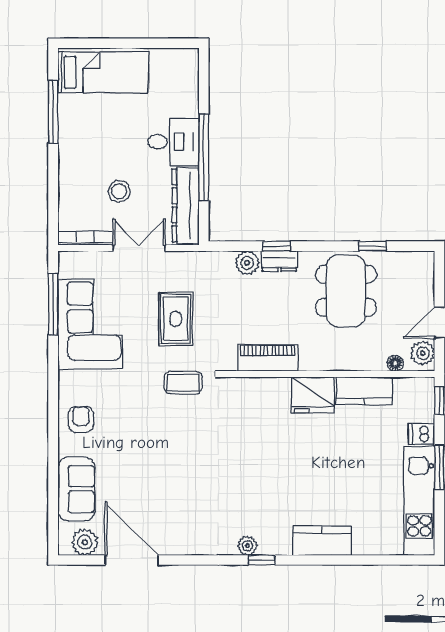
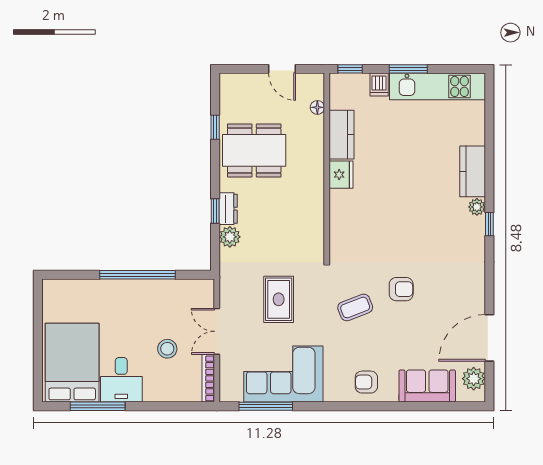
bed: (103, 72) -> (72, 363), width x1.50
desk: (174, 142) -> (121, 380), moved, turned 180
dresser: (186, 205) -> (180, 291), removed
rug: (176, 319) -> (279, 299), turned 90
plant: (423, 353) -> (309, 83), removed
piano: (268, 358) -> (313, 219), removed
coffee table: (183, 383) -> (355, 307), moved, turned 69
fridge: (313, 395) -> (341, 175), width x0.73, depth x0.75
armchair: (187, 459) -> (401, 289), added
plant: (247, 546) -> (477, 207), moved

